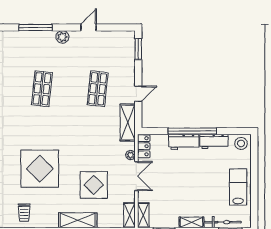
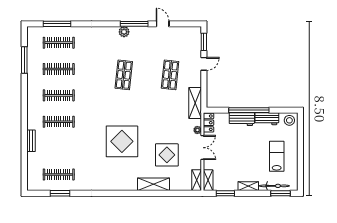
window: (35, 27) -> (134, 24), moved
door: (89, 27) -> (163, 24), hinge flipped
plant: (62, 37) -> (124, 32), moved
door: (138, 94) -> (204, 64), moved
lab bench: (238, 187) -> (277, 156), moved
trolley: (24, 213) -> (109, 178), removed

